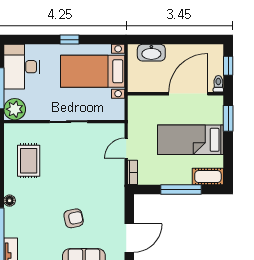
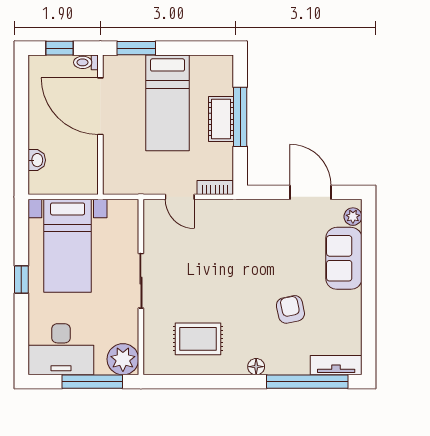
washbasin: (151, 53) -> (37, 160), width x0.52, depth x0.69
cot: (208, 177) -> (221, 119), moved
armchair: (74, 218) -> (290, 309), moved

